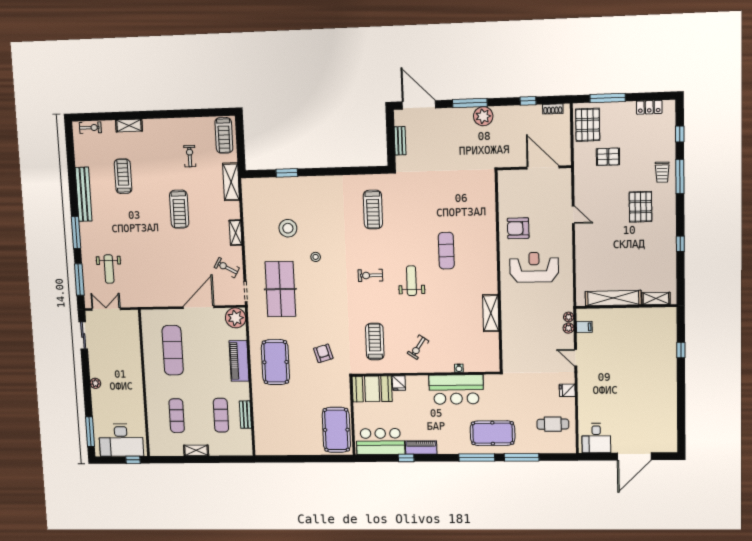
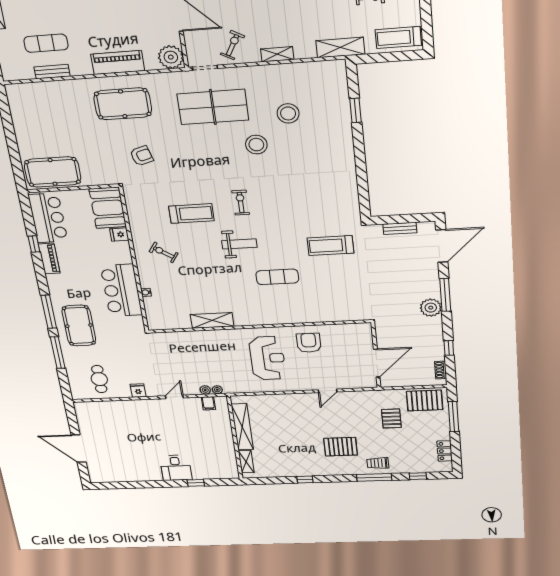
treadmill: (373, 210) -> (330, 245), moved
stool: (316, 257) -> (256, 145), width x1.89, depth x1.89
treadmill: (375, 342) -> (191, 214), moved
desk: (596, 438) -> (176, 468), moved, turned -90

